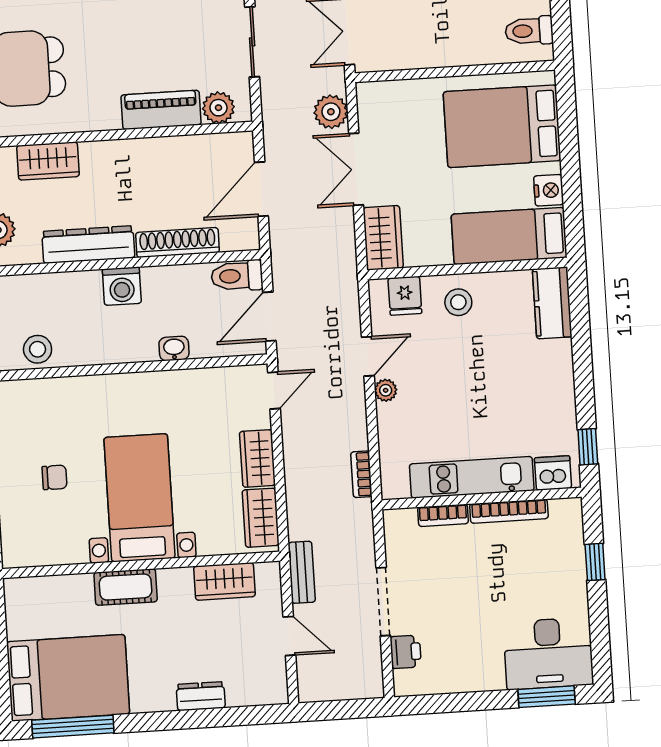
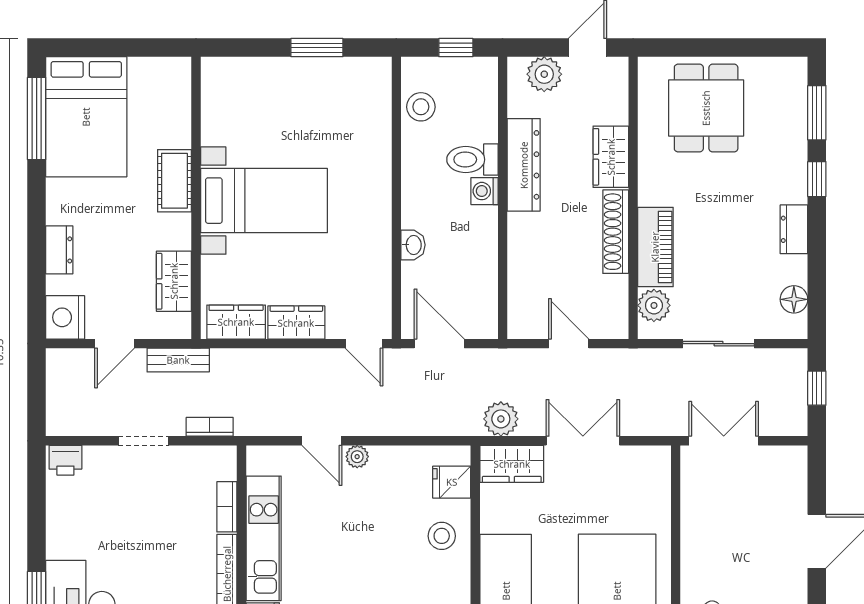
plant: (331, 112) -> (501, 419), moved
wardrobe: (48, 161) -> (611, 157), moved
door: (261, 189) -> (569, 344), width x0.73
shoe rack: (177, 242) -> (616, 232), moved, turned 180
toilet: (237, 276) -> (472, 160), moved, turned -90
washing machine: (122, 286) -> (485, 191), width x0.73, depth x0.73
door: (368, 356) -> (322, 441), moved
bookcase: (361, 474) -> (210, 427), moved
chair: (55, 477) -> (290, 116), removed
doorway: (383, 602) -> (143, 441), width x0.73
printer: (406, 652) -> (65, 460), moved
nightstand: (267, 686) -> (65, 317), added

